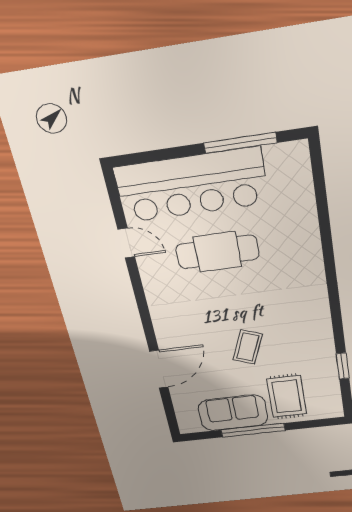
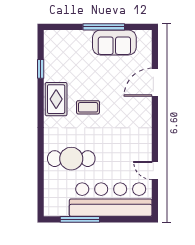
cafe table: (217, 252) -> (71, 159), moved
coffee table: (248, 347) -> (88, 107), moved, turned 68
rug: (287, 397) -> (56, 99), moved

